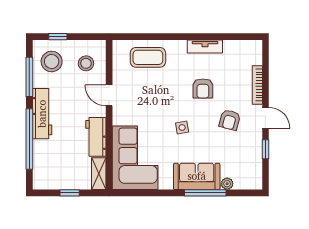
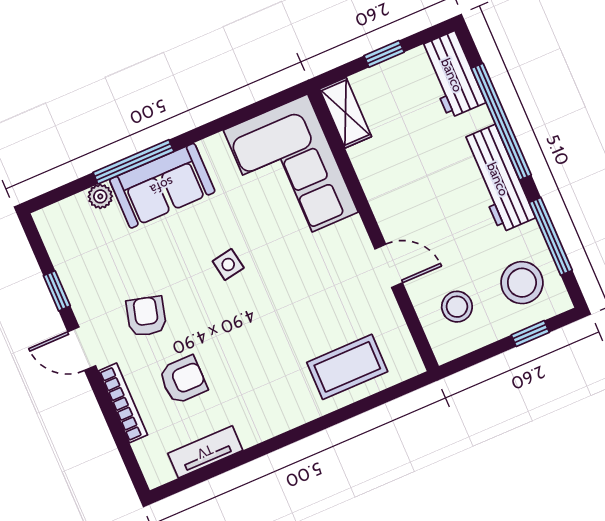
tv unit: (205, 46) -> (205, 452), moved
armchair: (203, 88) -> (183, 380), moved, turned 90
workbench: (96, 137) -> (452, 75), moved, turned 180

